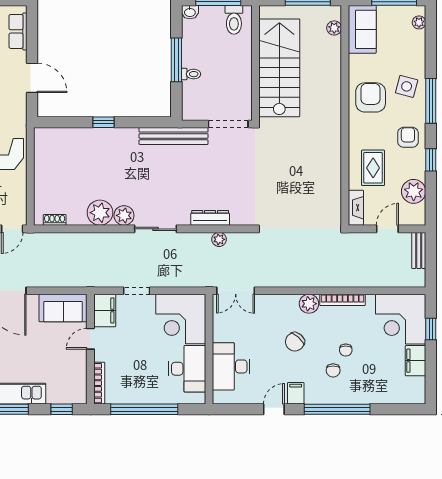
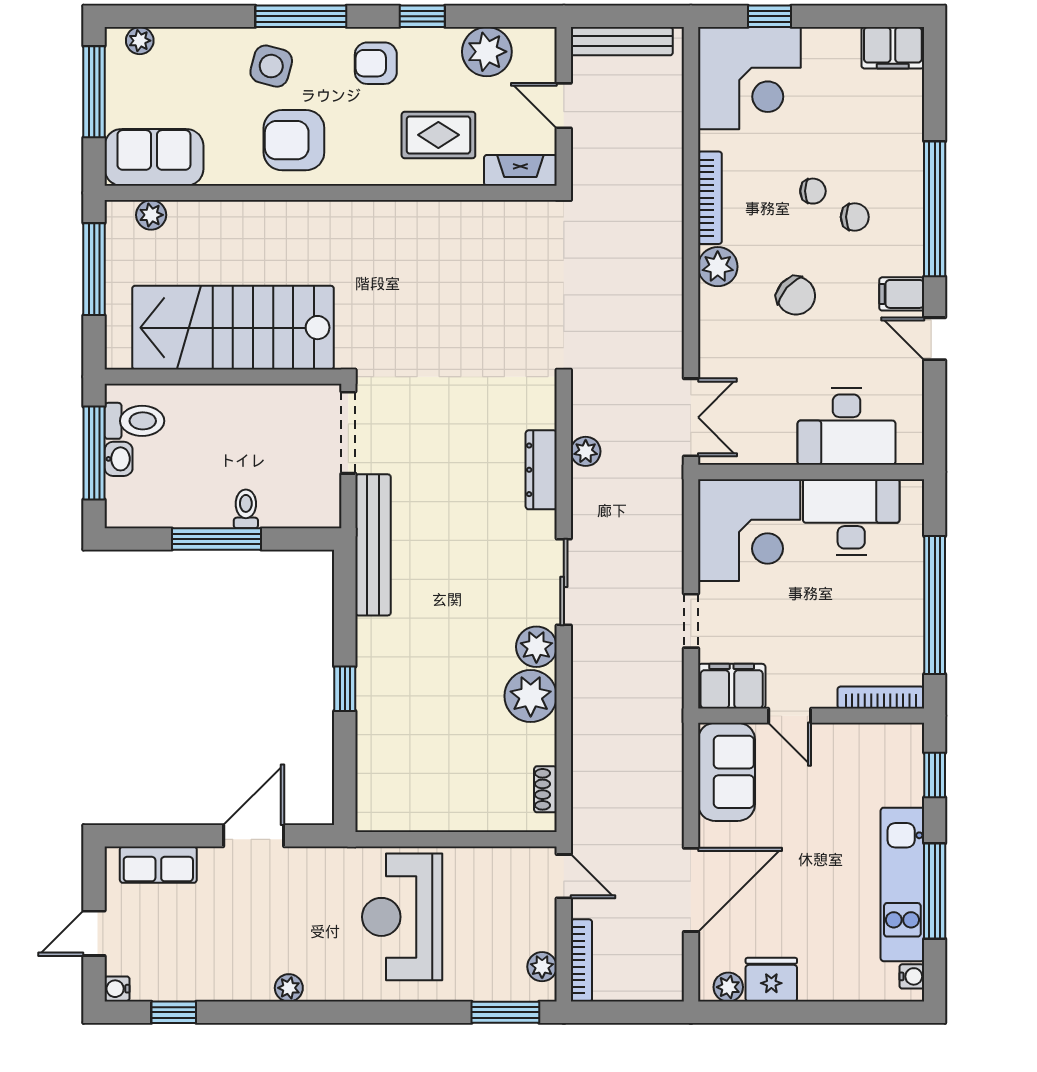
washbasin: (190, 12) -> (119, 459), moved
bench: (419, 250) -> (622, 41), width x1.36
filing cabinet: (416, 361) -> (893, 48), moved

